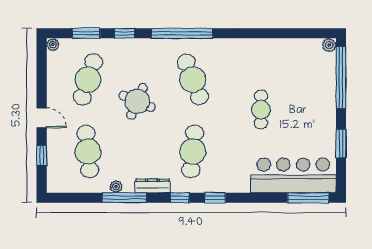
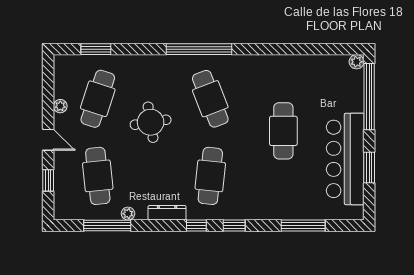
window: (124, 33) -> (137, 49), removed
plant: (53, 45) -> (60, 106), moved
round table: (137, 101) -> (151, 122), turned -32
cafe table: (261, 109) -> (283, 131), width x1.37, depth x1.35
bar counter: (293, 175) -> (345, 159), moved, turned -90
window: (124, 198) -> (107, 226), moved
window: (308, 198) -> (303, 226), moved

